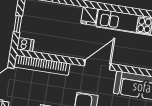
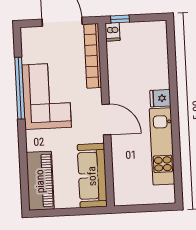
window: (18, 24) -> (120, 19), moved

